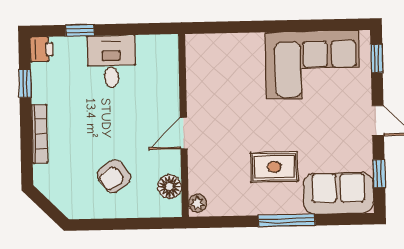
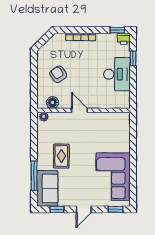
desk: (111, 61) -> (117, 74), width x1.37
window: (25, 84) -> (117, 30), moved
window: (287, 220) -> (34, 176), moved

